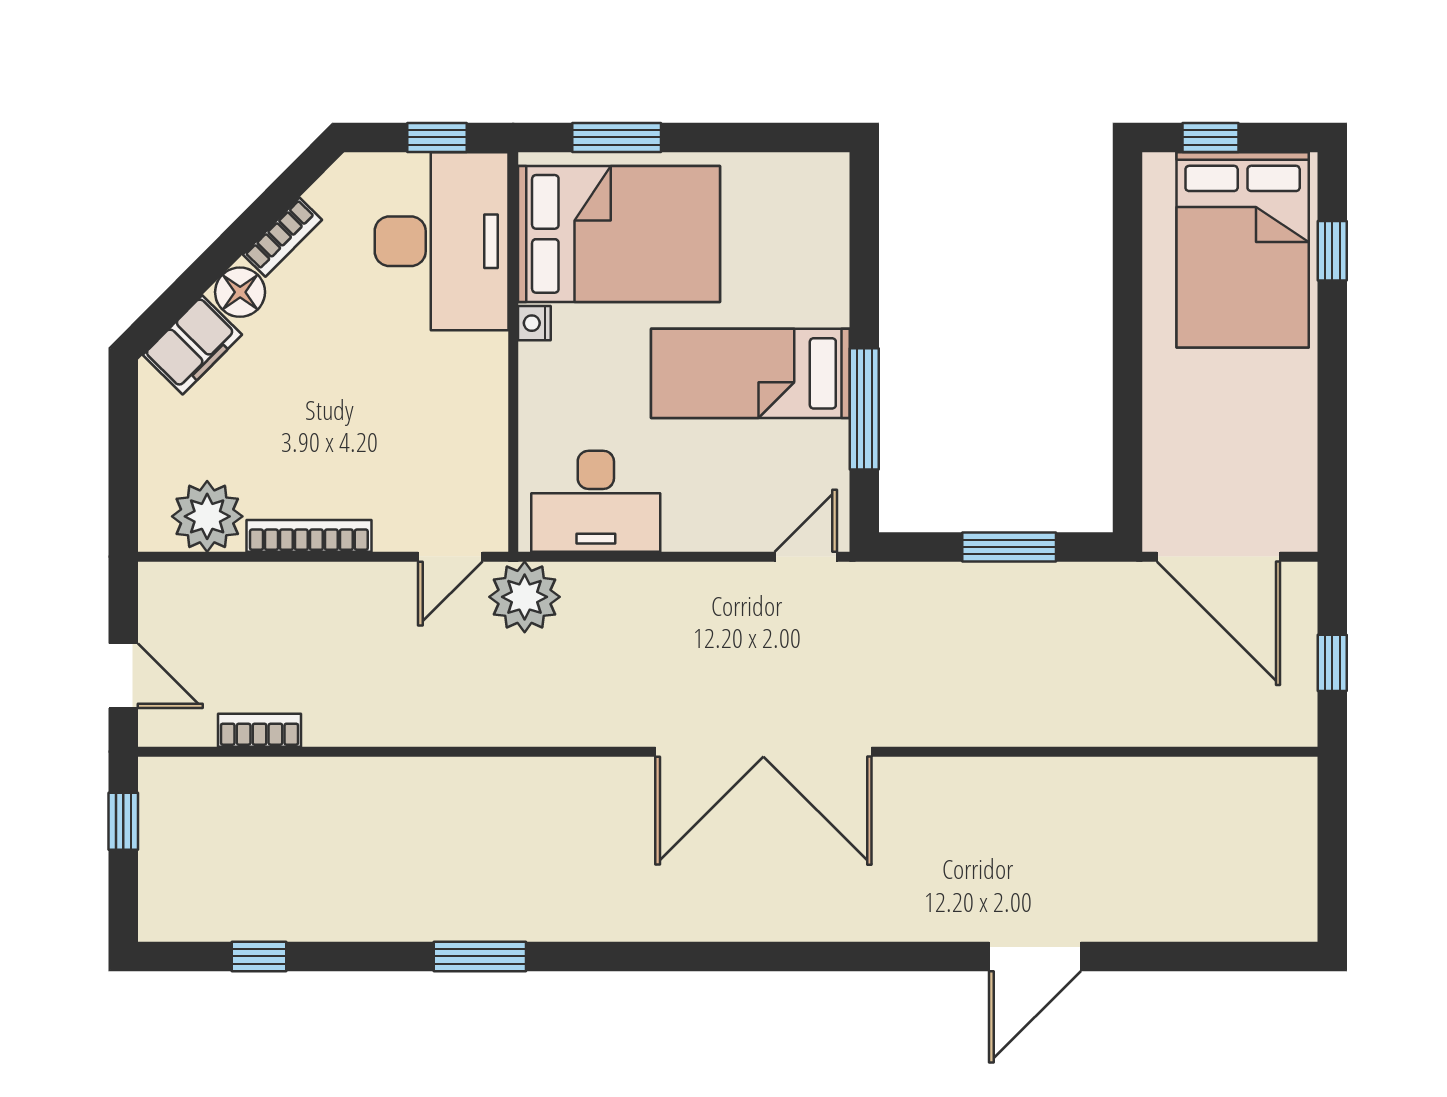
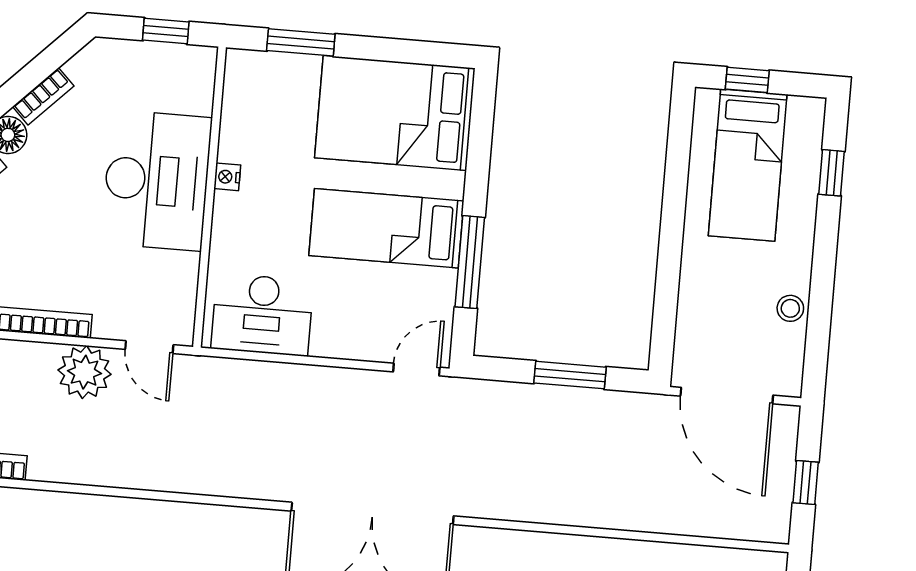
bed: (619, 234) -> (395, 113), moved, turned 180
desk: (442, 241) -> (157, 180), moved
bed: (1243, 250) -> (748, 165), width x0.67
stool: (1293, 434) -> (790, 308), added
door: (450, 557) -> (149, 347), hinge flipped
plant: (525, 597) -> (84, 372), moved

